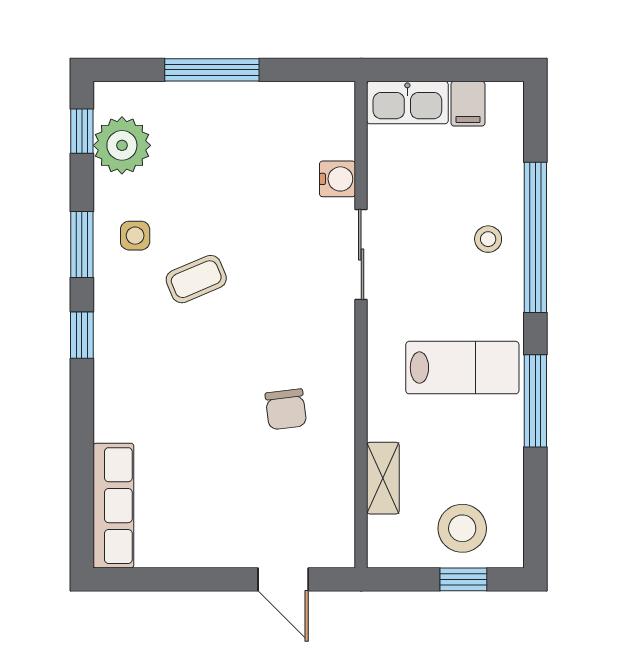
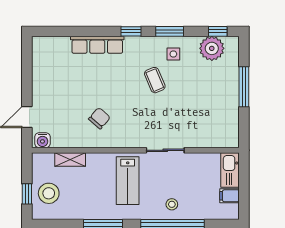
water cooler: (338, 179) -> (42, 140), moved
lab bench: (462, 368) -> (128, 181), moved
chair: (286, 409) -> (99, 118), turned 138
row of seats: (113, 506) -> (97, 45), moved

